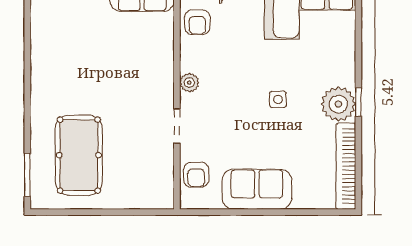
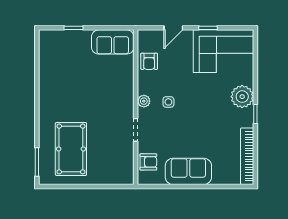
side table: (278, 99) -> (168, 102), moved
plant: (338, 104) -> (242, 97), moved
armchair: (196, 175) -> (148, 162), turned -89

